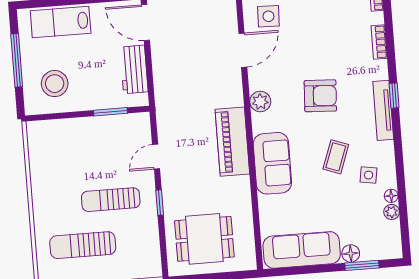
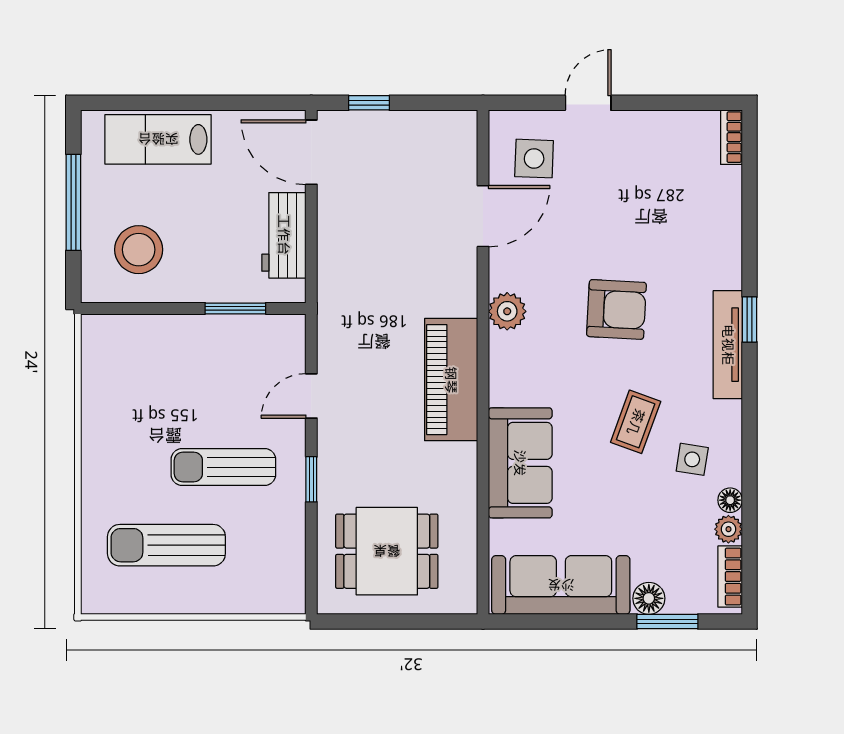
bookcase: (379, 42) -> (730, 577), moved
sofa: (272, 163) -> (520, 463), moved

